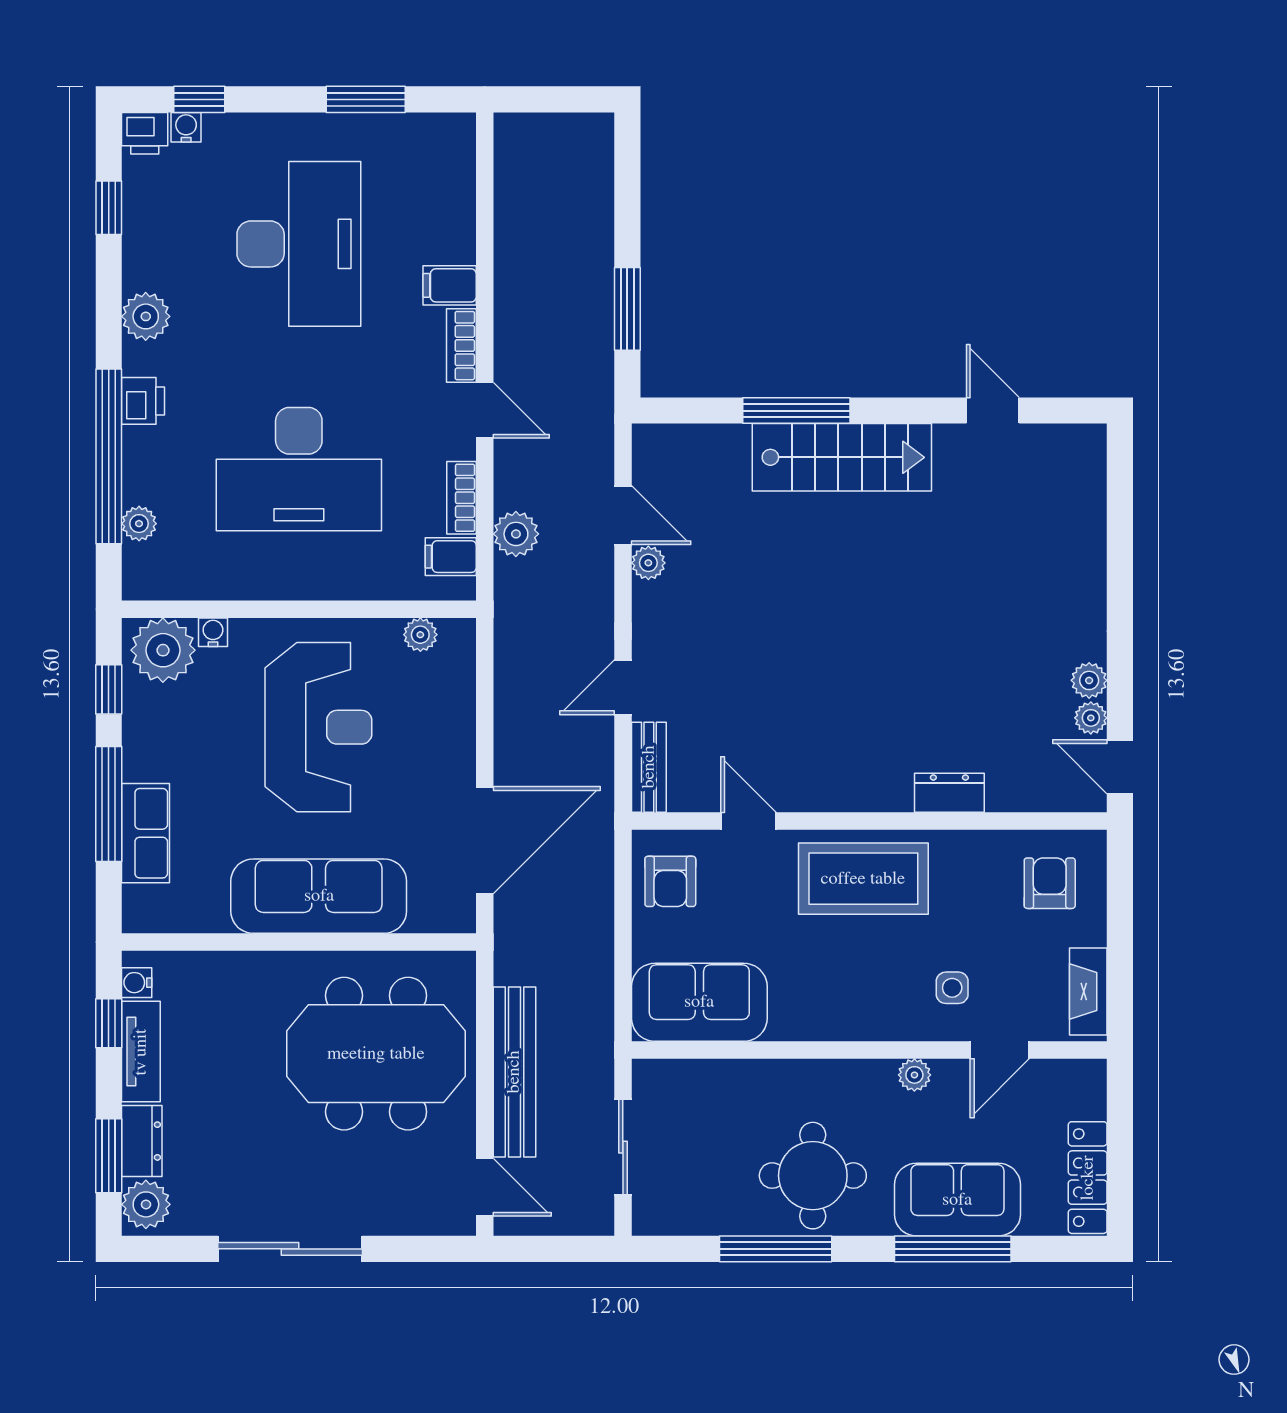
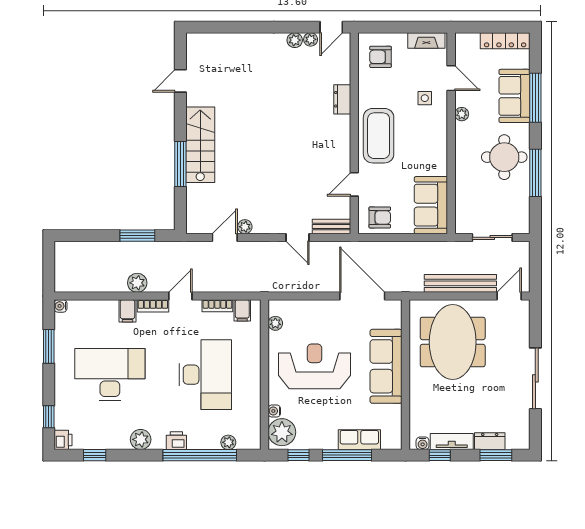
water cooler: (186, 127) -> (61, 306), moved
plant: (516, 534) -> (137, 283), moved
plant: (146, 1204) -> (516, 439), removed

